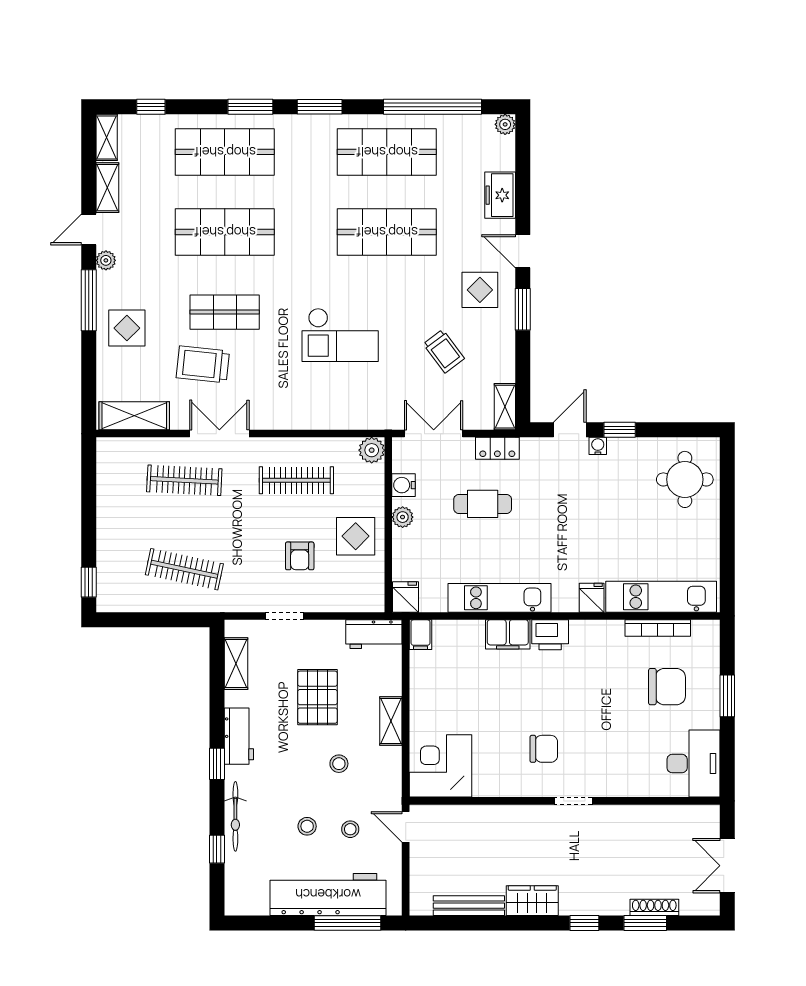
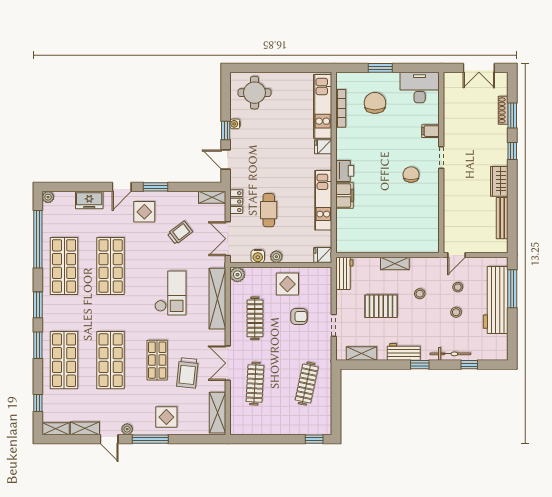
shelving: (330, 416) -> (217, 299), added
water cooler: (598, 446) -> (235, 124), moved
filing cabinet: (420, 635) -> (430, 131), moved, turned 180
corner desk: (440, 766) -> (421, 235), removed

